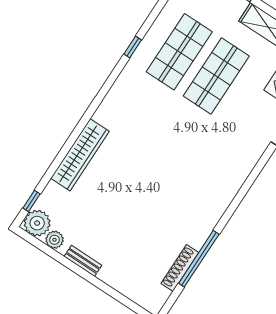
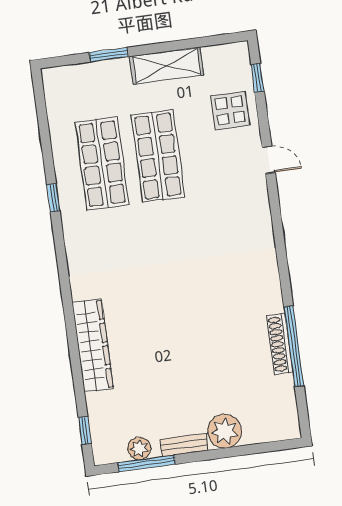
plant: (37, 223) -> (225, 431), moved
window: (51, 252) -> (147, 463), added
shoe rack: (180, 268) -> (280, 344), moved

